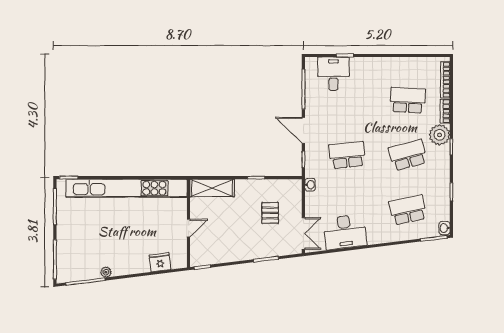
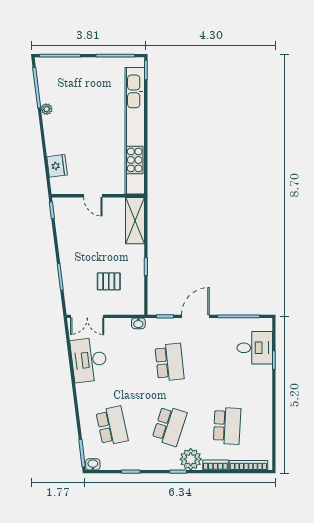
school desk: (408, 155) -> (169, 426), turned 33

